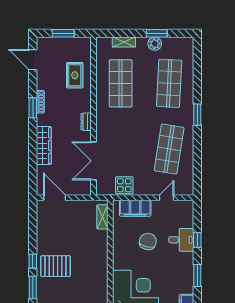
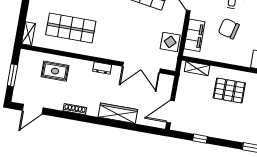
shelving: (124, 42) -> (28, 34), moved
window: (33, 108) -> (79, 117), removed
window: (33, 261) -> (200, 139), moved
pallet: (56, 266) -> (229, 91), moved, turned 90

